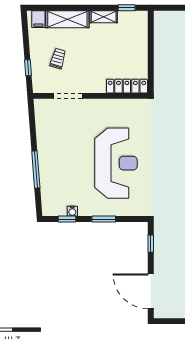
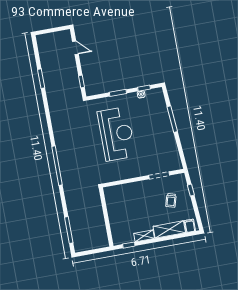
locker: (127, 86) -> (119, 190), removed
reception desk: (116, 163) -> (116, 134), turned 180
door: (151, 291) -> (75, 48), width x0.53

